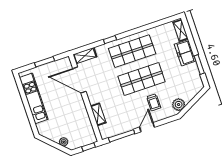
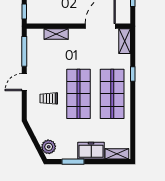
plant: (179, 105) -> (49, 147), moved
door: (147, 127) -> (24, 82), swing flipped

